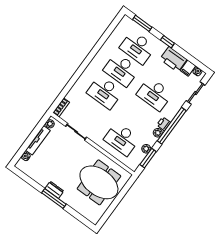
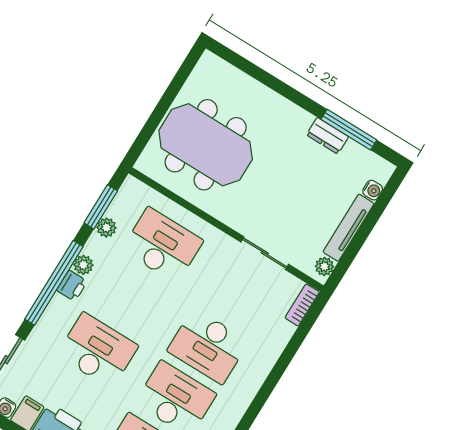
desk: (105, 92) -> (208, 346), turned 180
dresser: (54, 190) -> (327, 136), moved
window: (54, 198) -> (349, 130), moved

